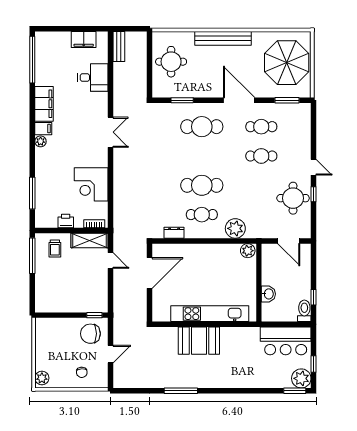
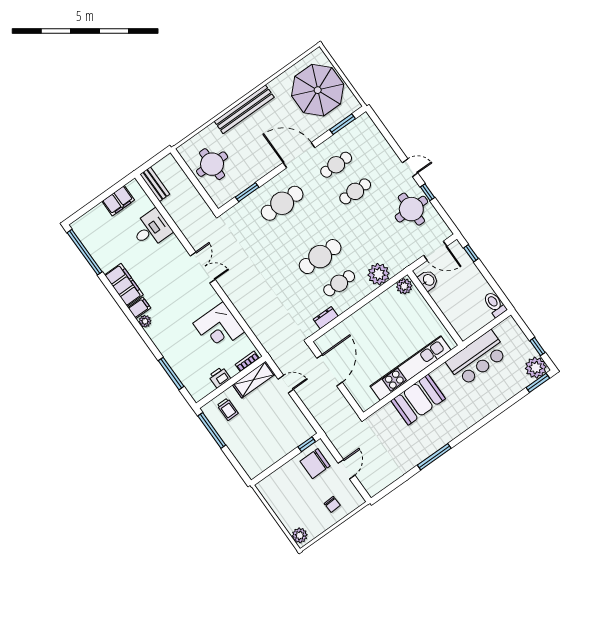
washbasin: (268, 294) -> (428, 280), moved
window: (314, 297) -> (471, 253), moved
bar counter: (286, 341) -> (477, 358), moved

